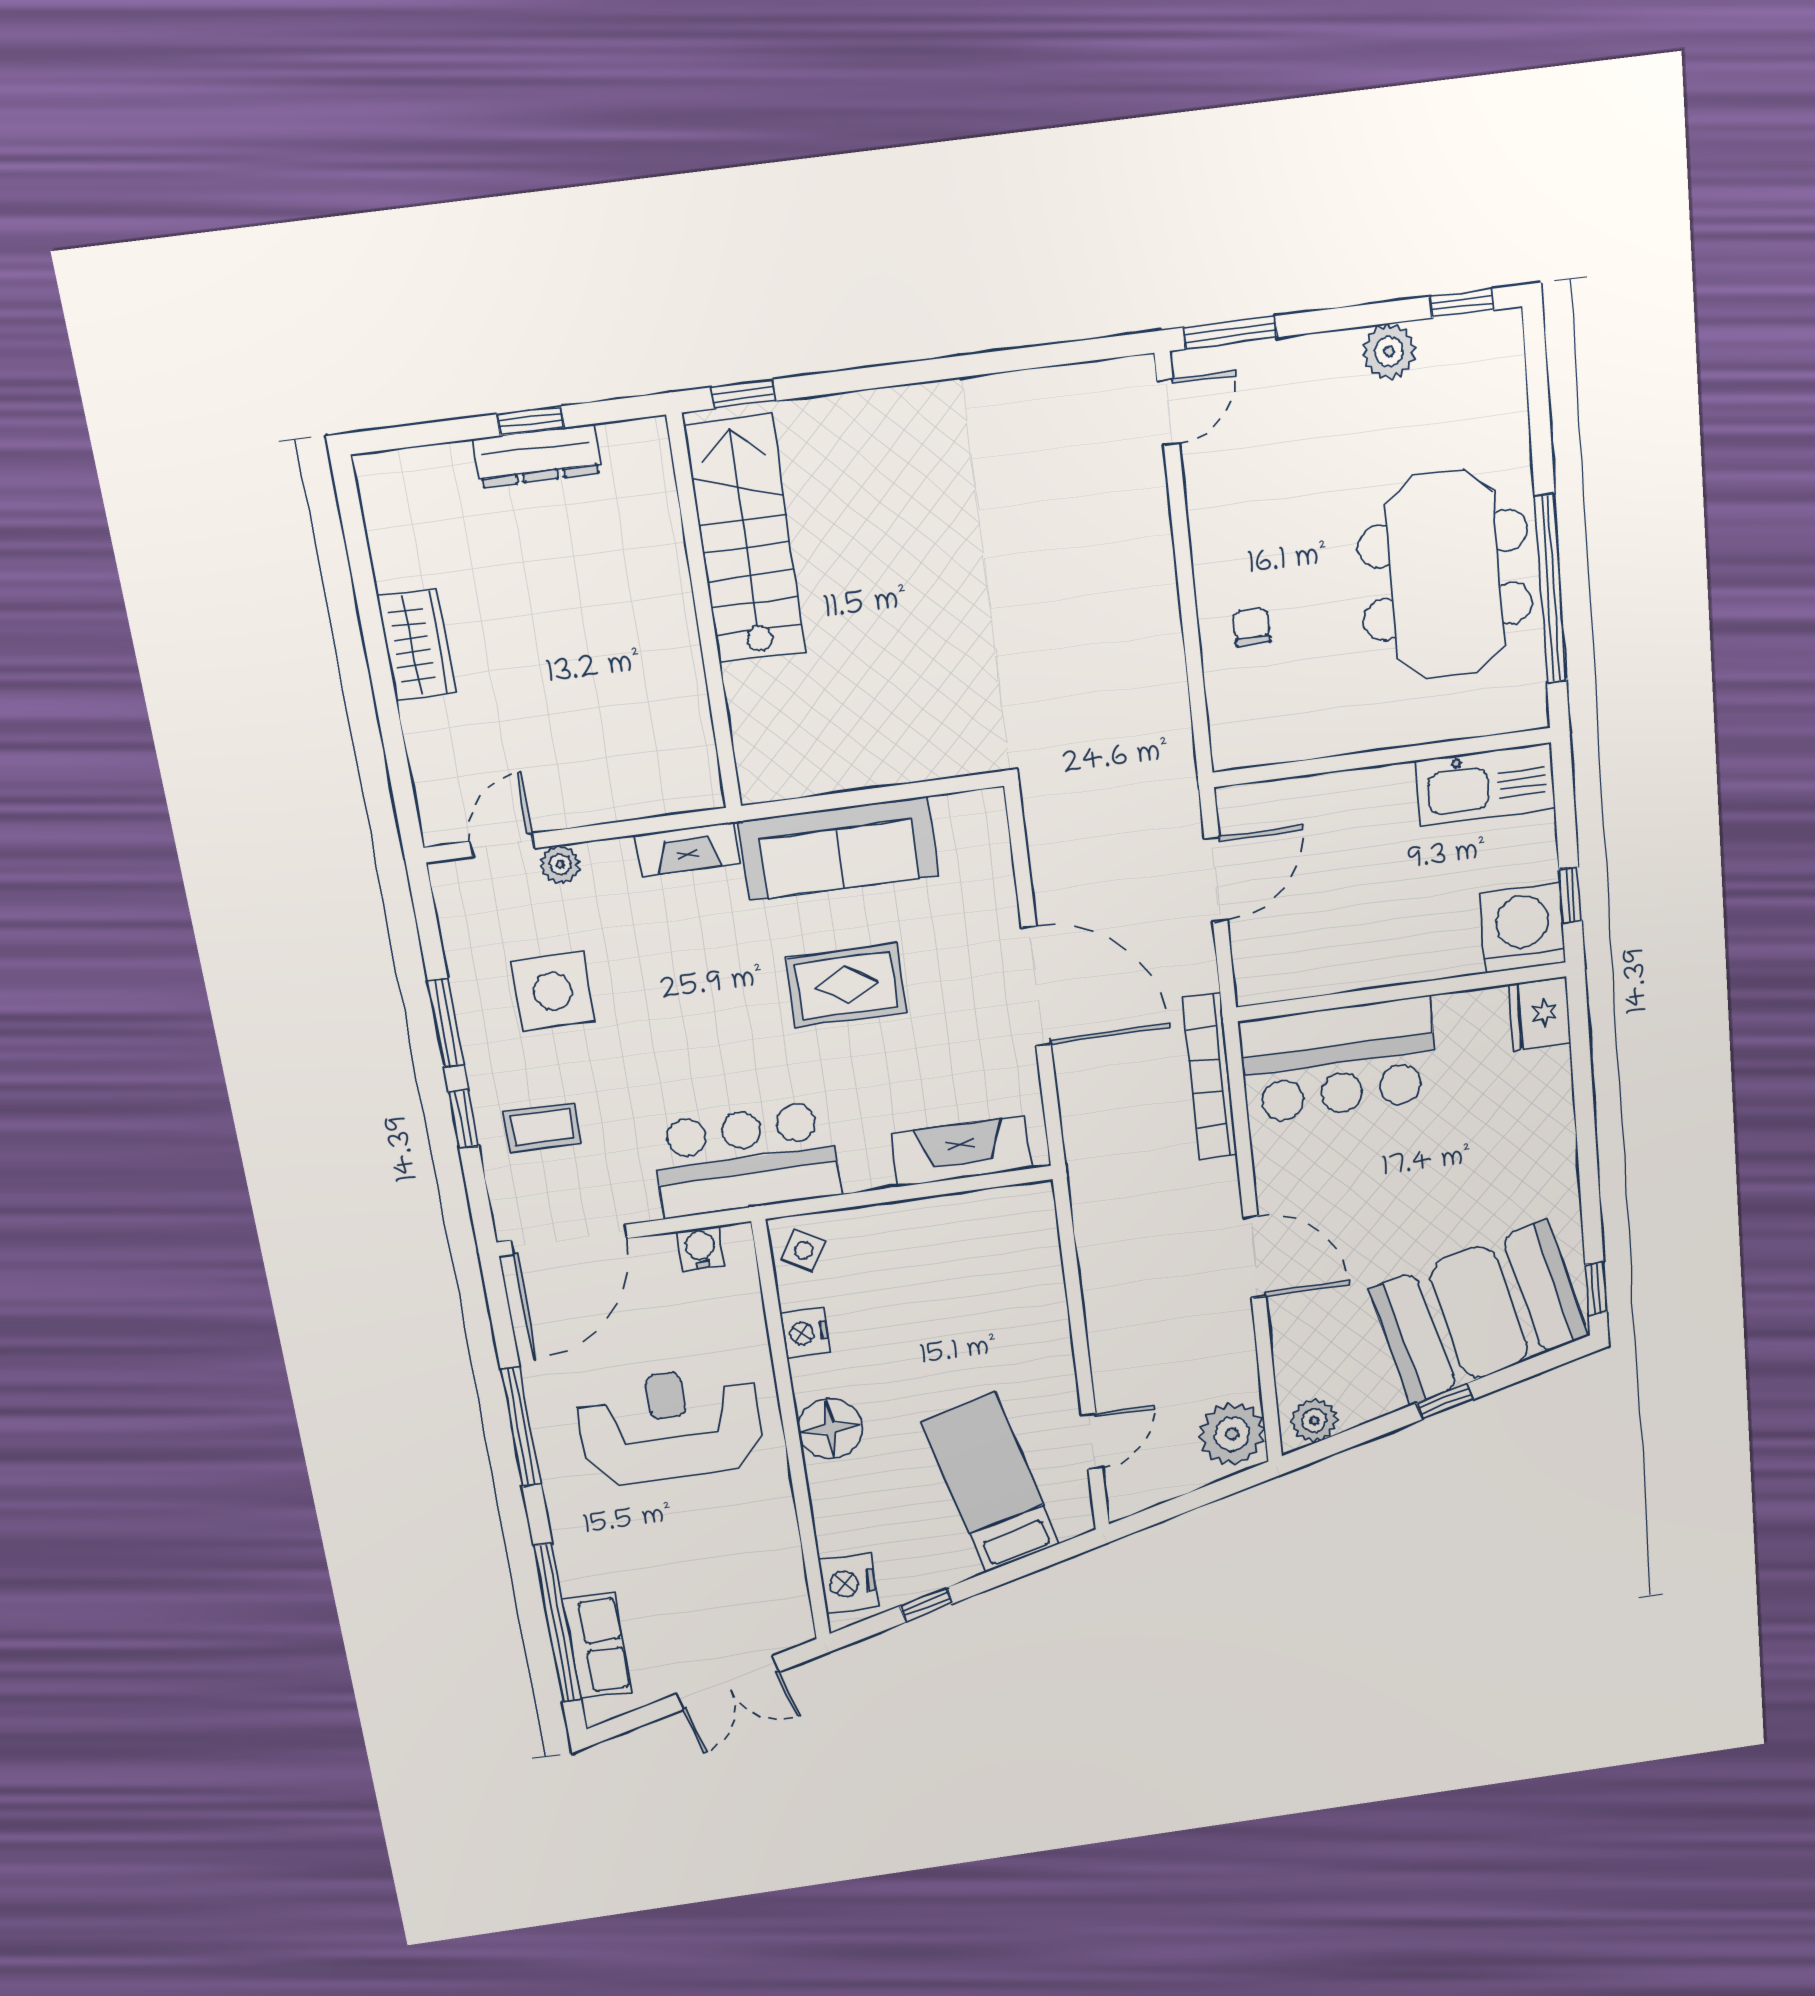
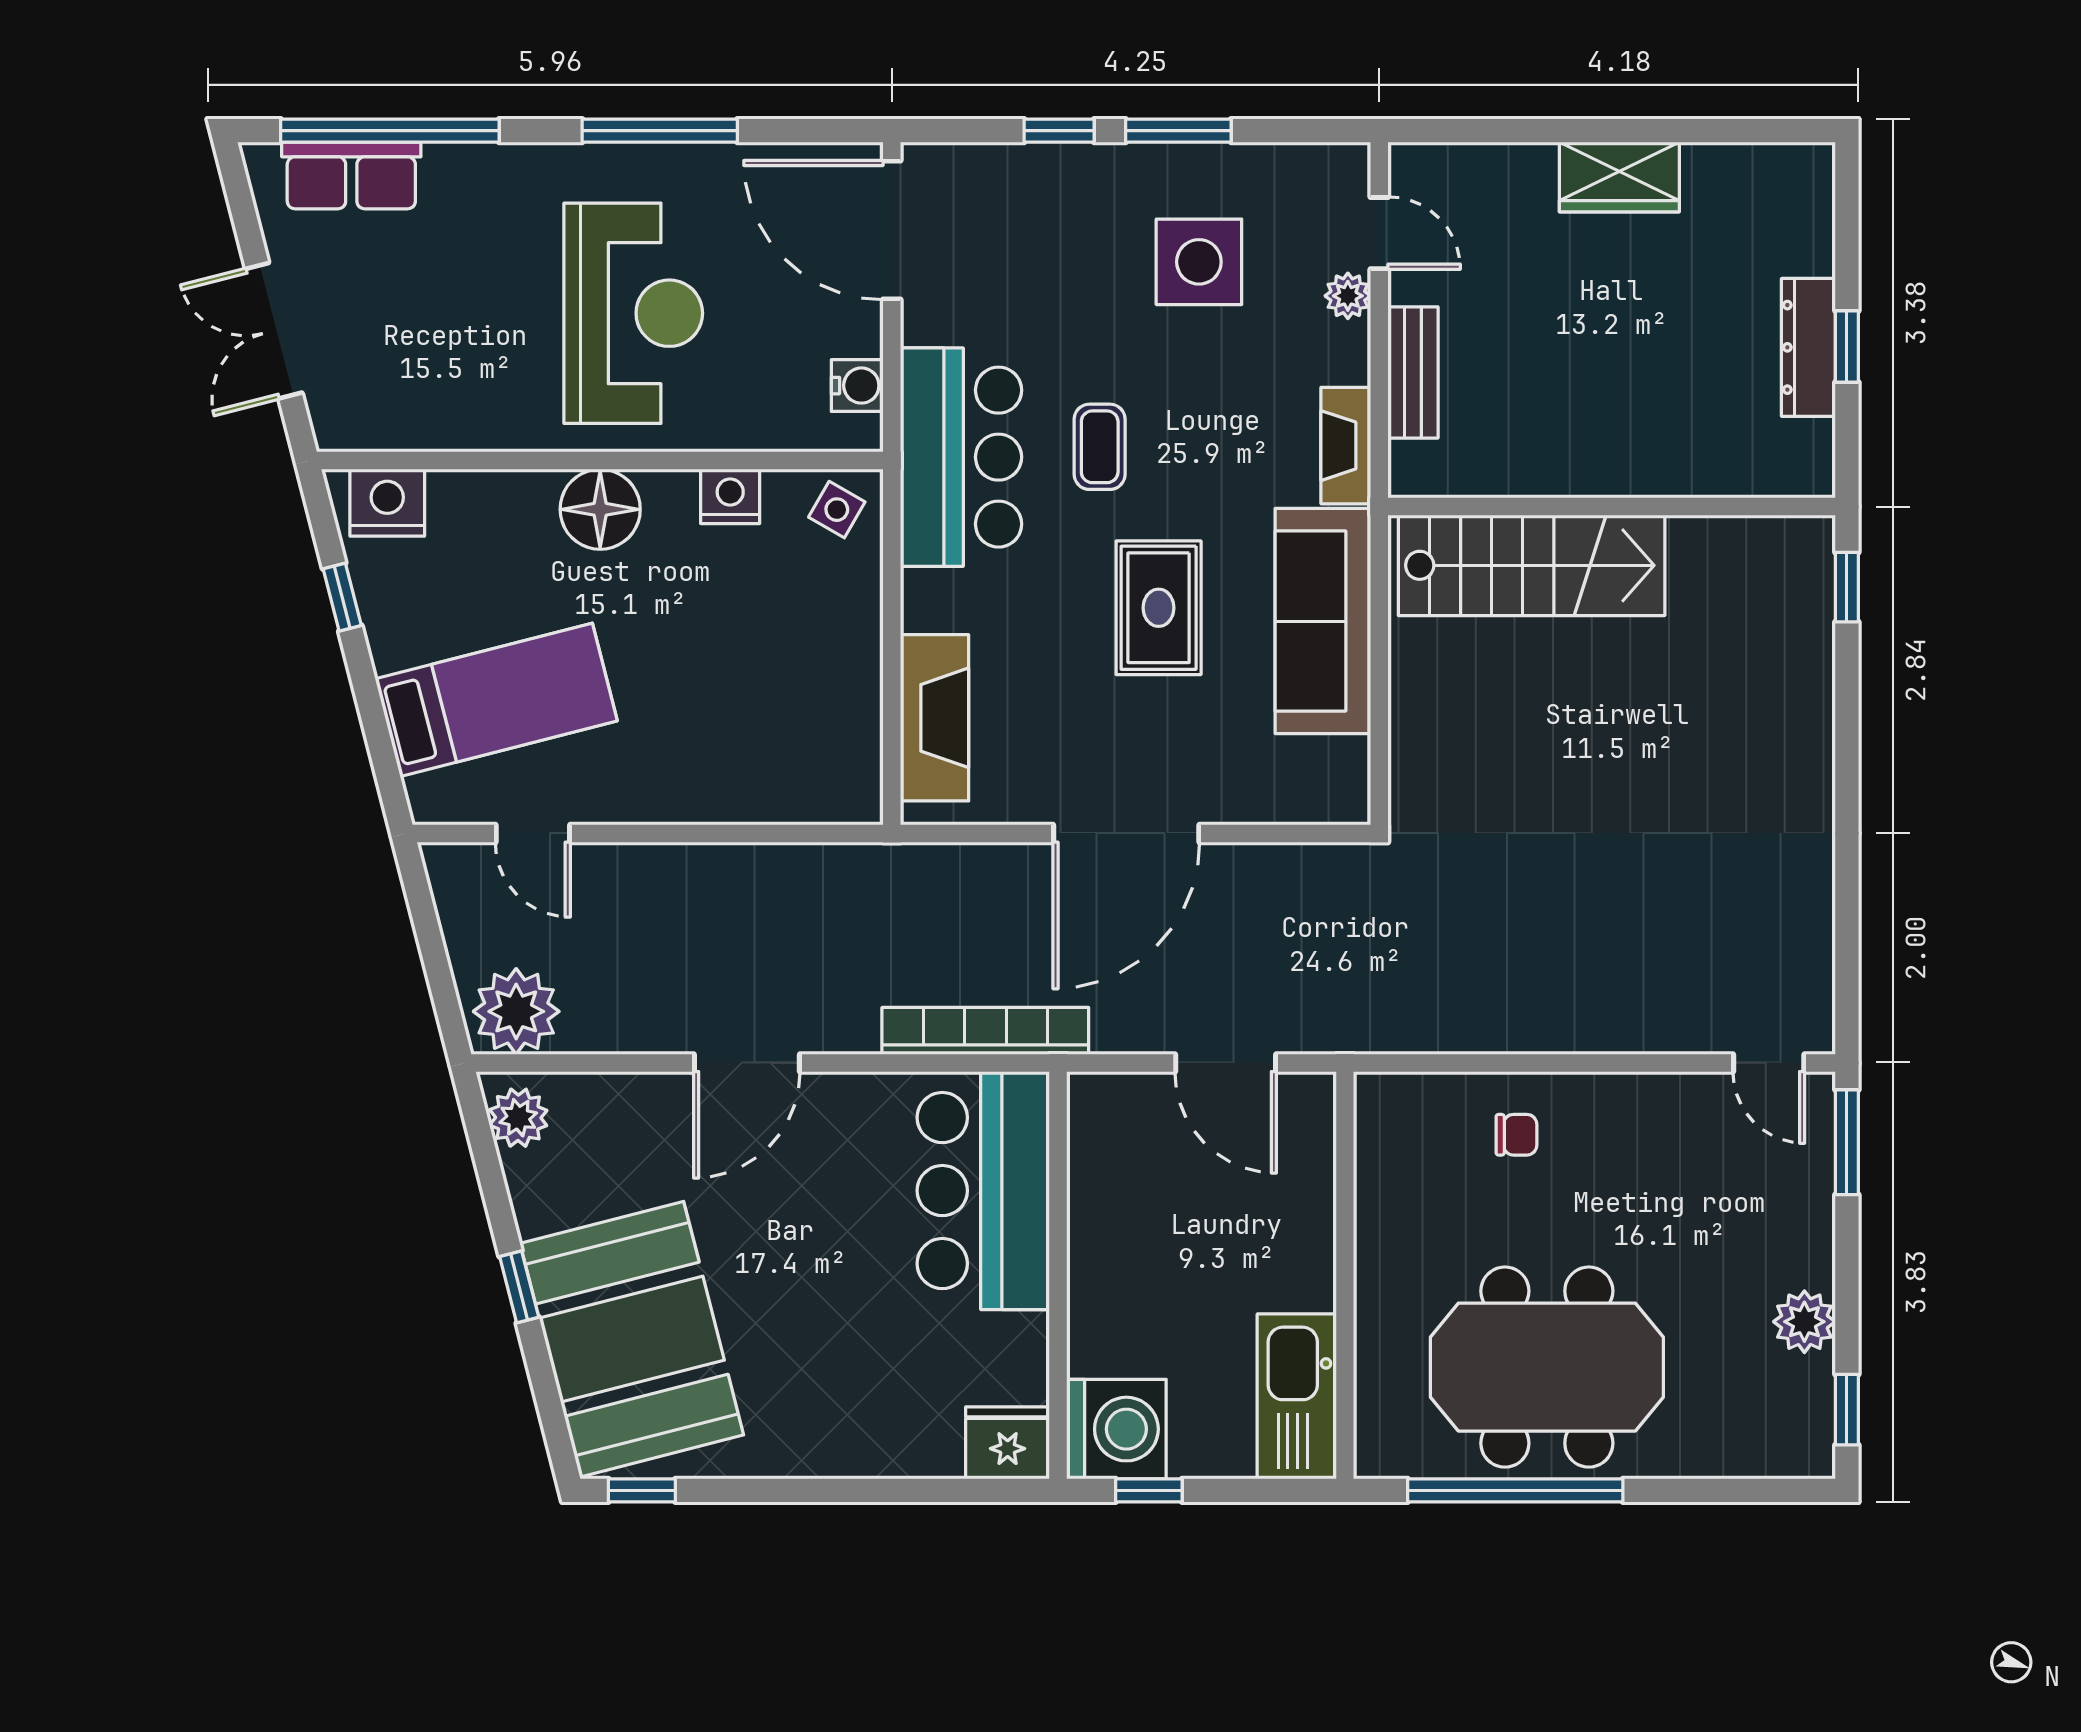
stairs: (745, 540) -> (1532, 565), moved
bench: (616, 801) -> (1413, 372), added
coffee table: (542, 1127) -> (1100, 447), moved

